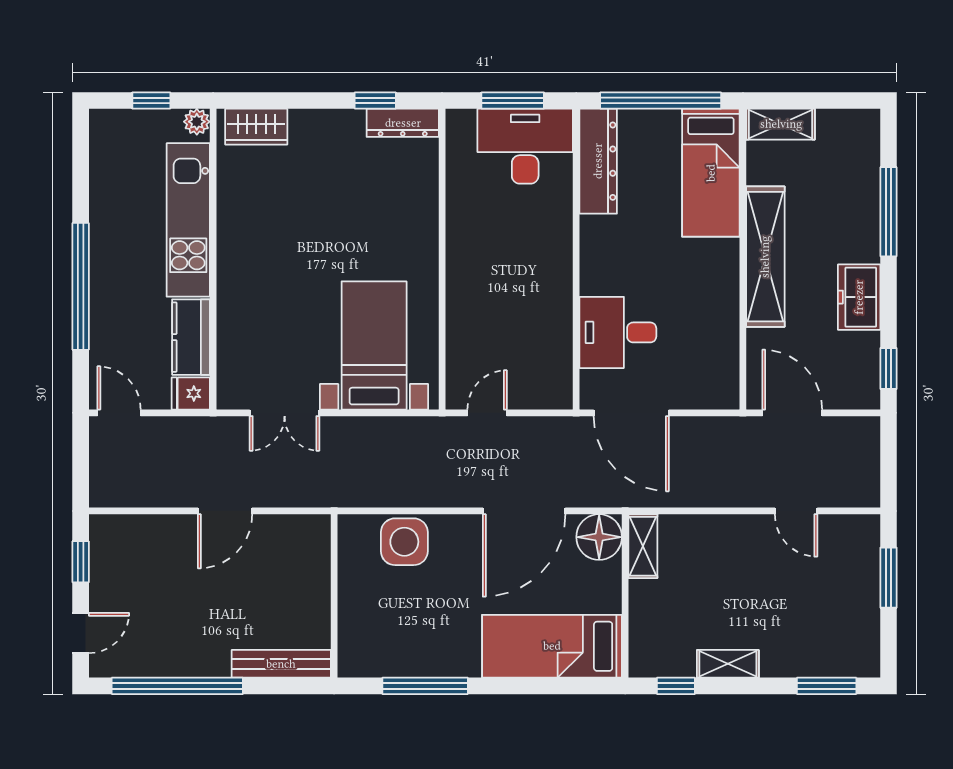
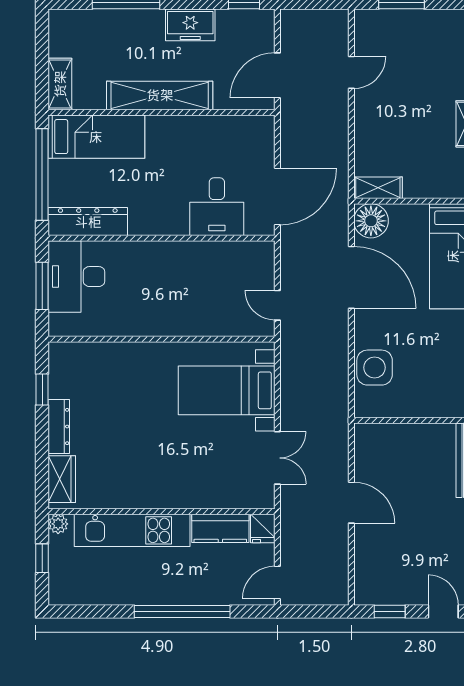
dresser: (403, 123) -> (59, 427), moved

